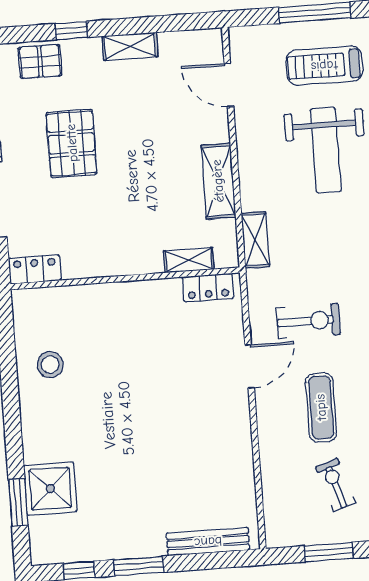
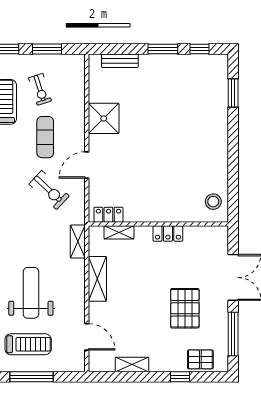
shelving: (130, 46) -> (132, 365), moved
locker: (35, 269) -> (168, 233), moved
exercise bike: (308, 321) -> (49, 190), turned -137
stool: (50, 365) -> (213, 202), moved
shower: (50, 489) -> (104, 118), moved
bench: (208, 542) -> (120, 61), width x0.73

